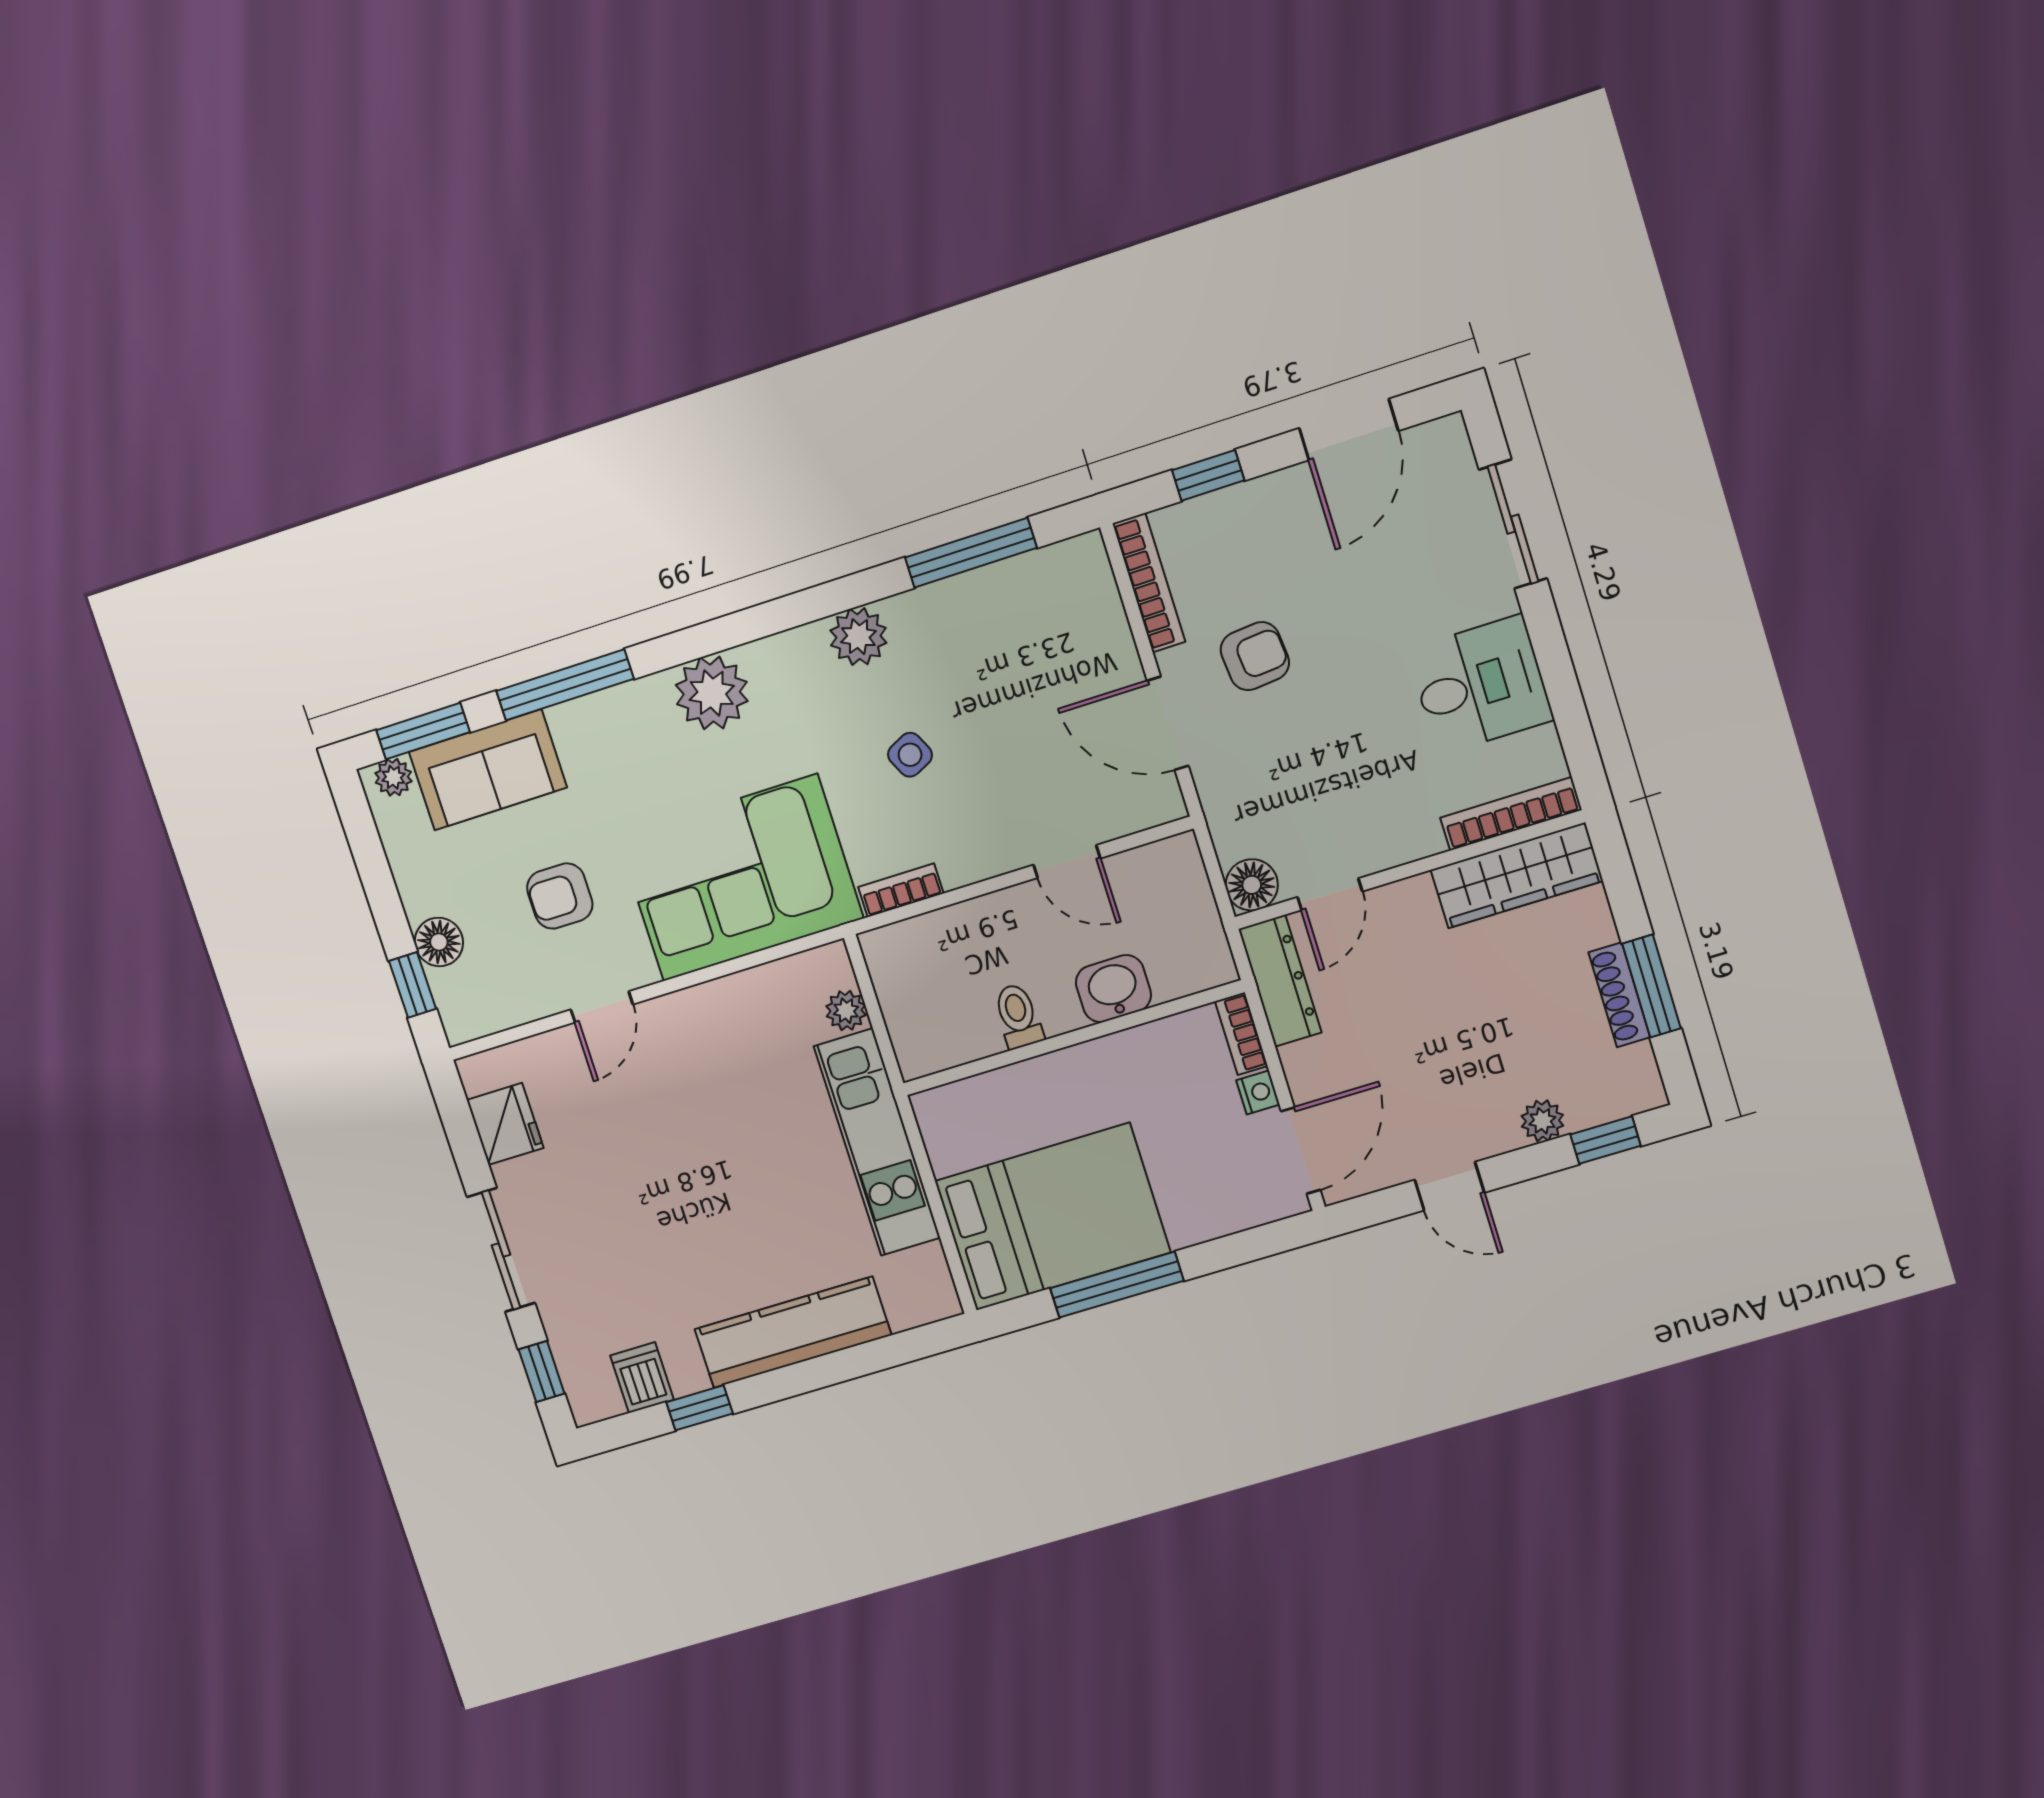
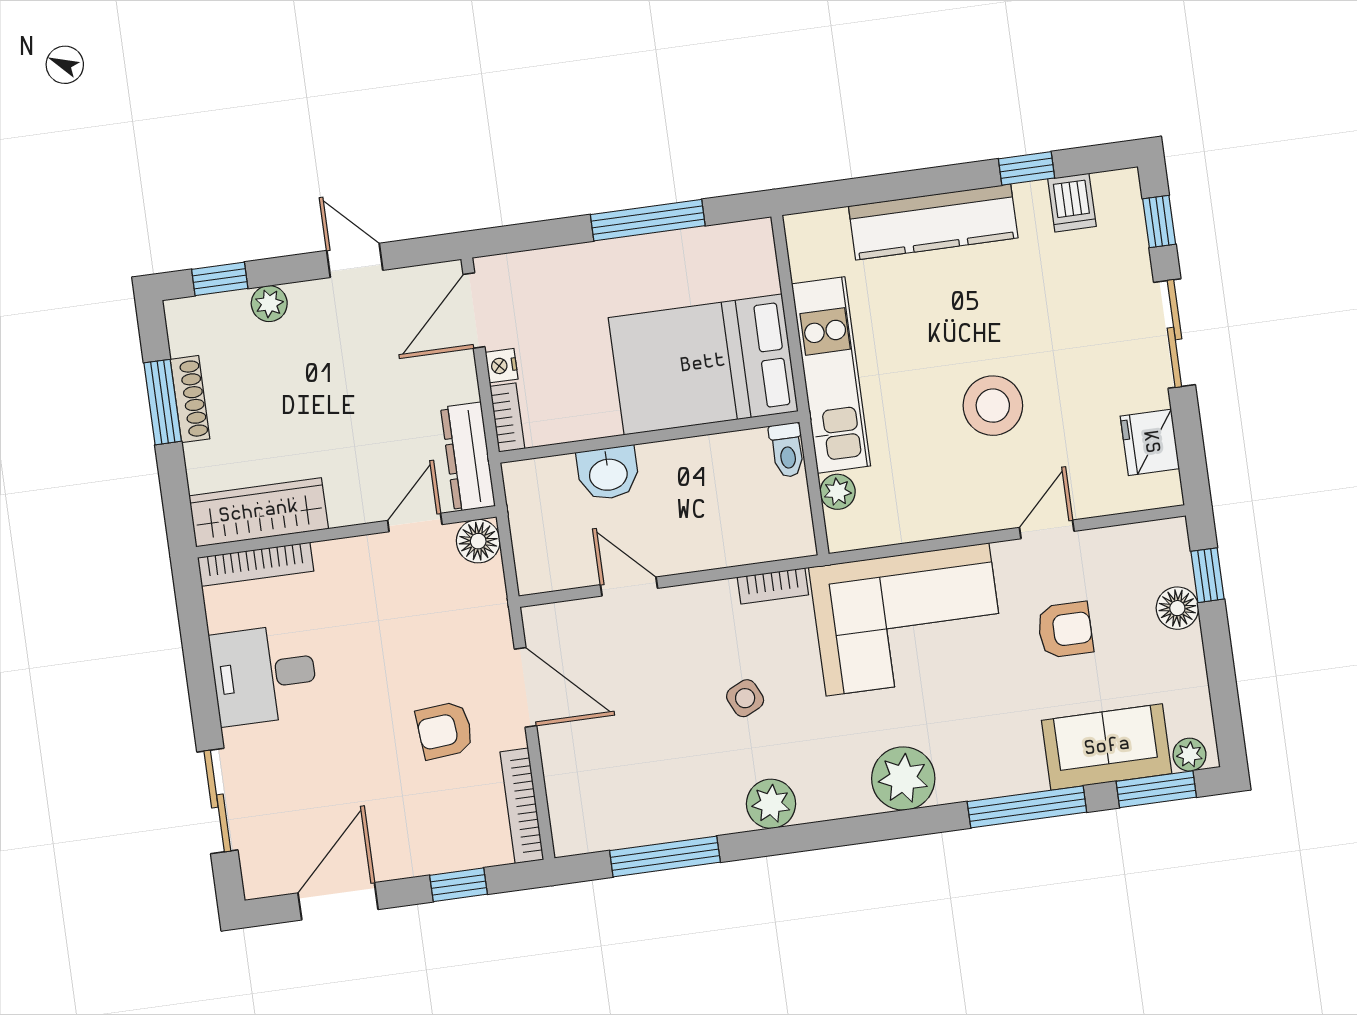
toilet: (1018, 1016) -> (787, 450), moved
stool: (688, 1137) -> (993, 406), added
bed: (1053, 1217) -> (703, 364), moved

